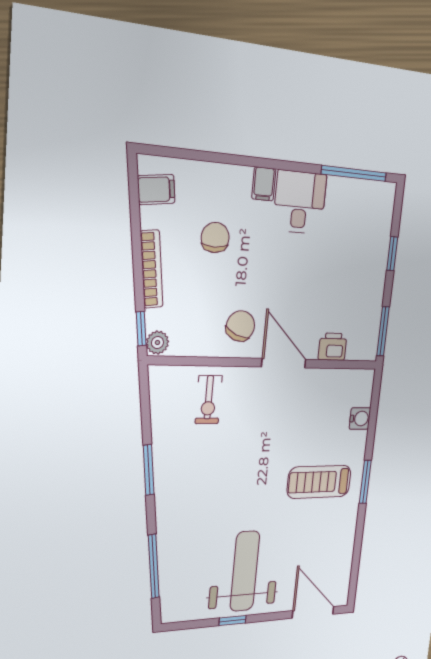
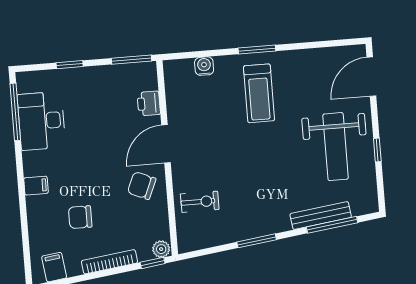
desk: (300, 202) -> (41, 121), moved, width x1.37
bench: (167, 552) -> (321, 216), added
weight bench: (245, 571) -> (336, 147), turned -90

